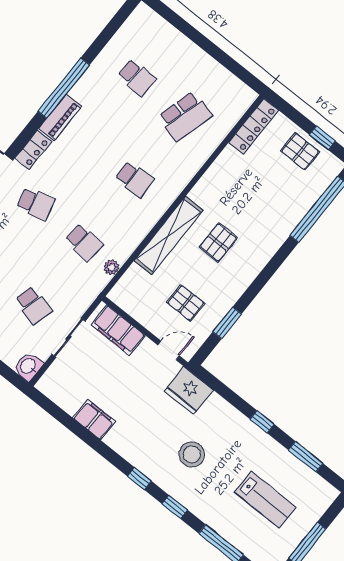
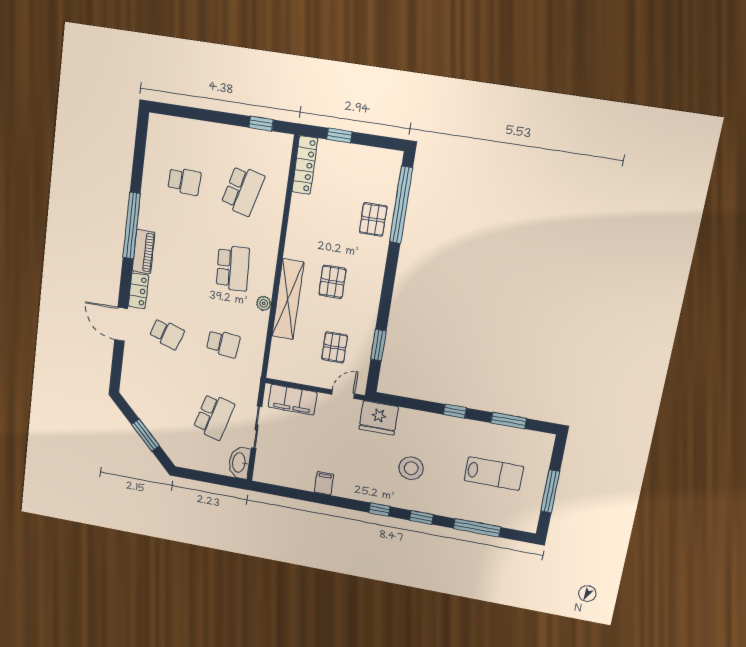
window: (236, 69) -> (261, 124), added
window: (322, 138) -> (339, 136), moved
pallet: (300, 152) -> (373, 219), moved, turned 90
school desk: (134, 179) -> (233, 268), width x1.85
school desk: (36, 204) -> (167, 334), turned 33
plant: (111, 267) -> (264, 303), moved
pallet: (186, 303) -> (335, 347), turned 90
school desk: (33, 305) -> (214, 417), width x1.85
washbasin: (28, 366) -> (239, 463), width x1.38
filing cabinet: (94, 420) -> (324, 483), width x0.50

